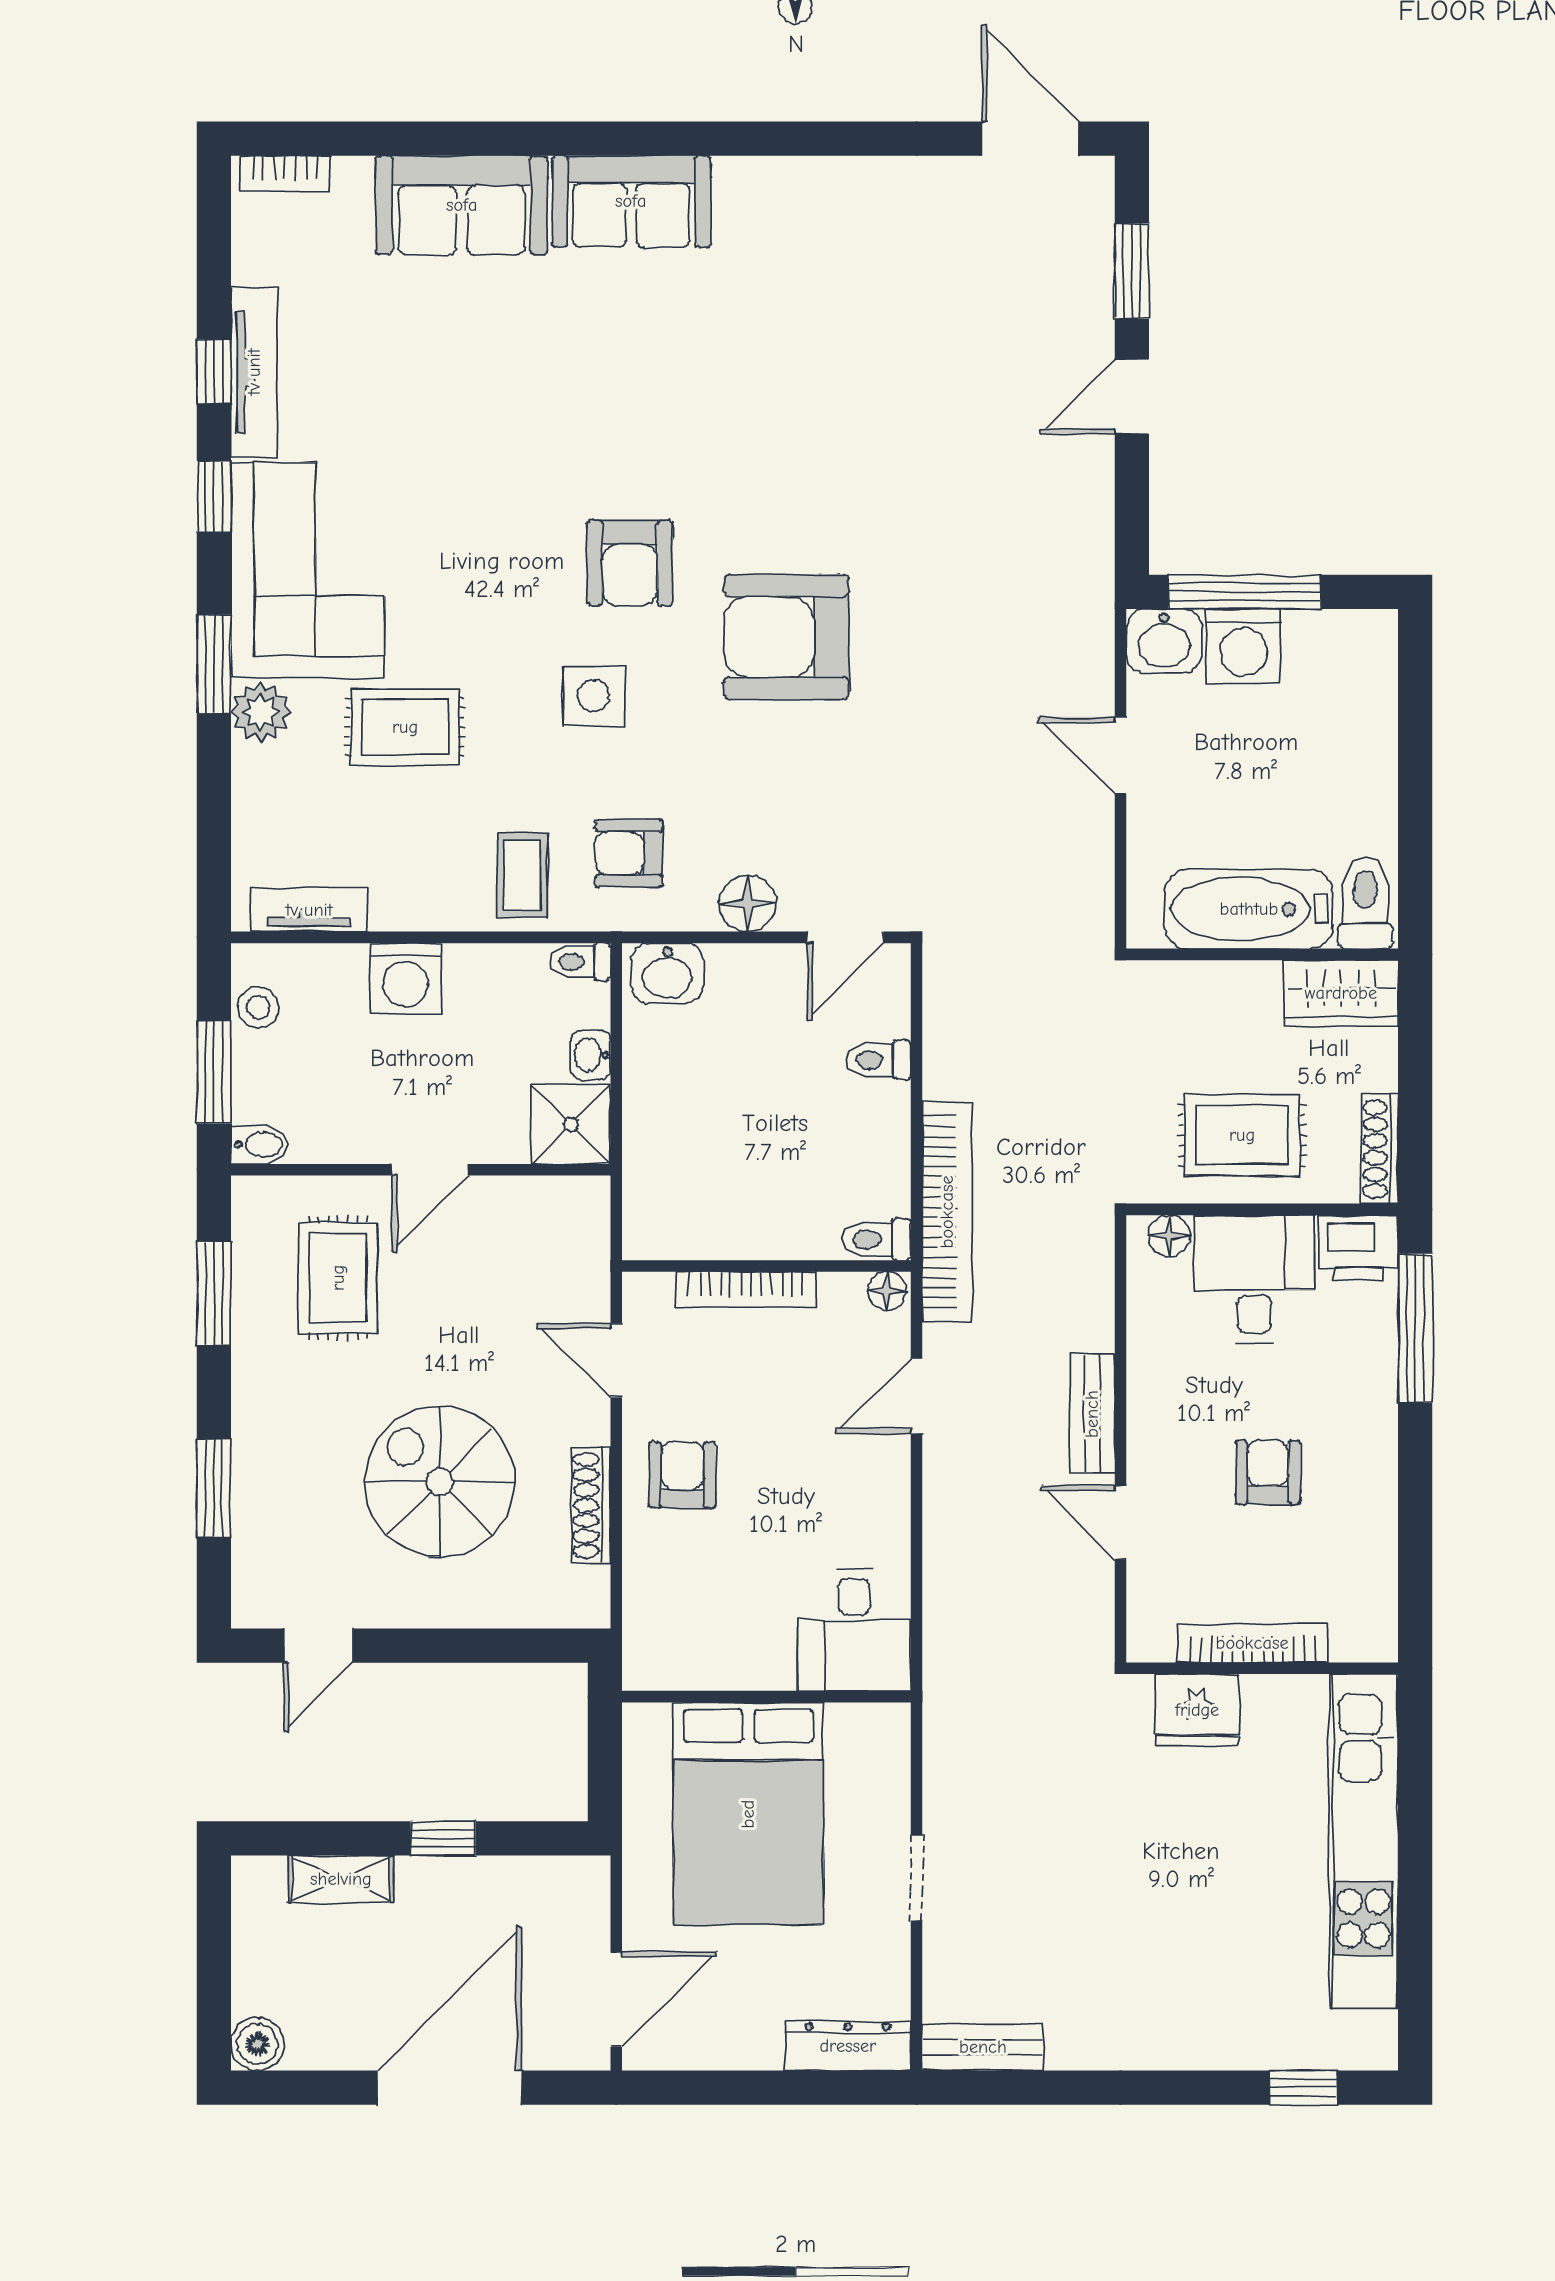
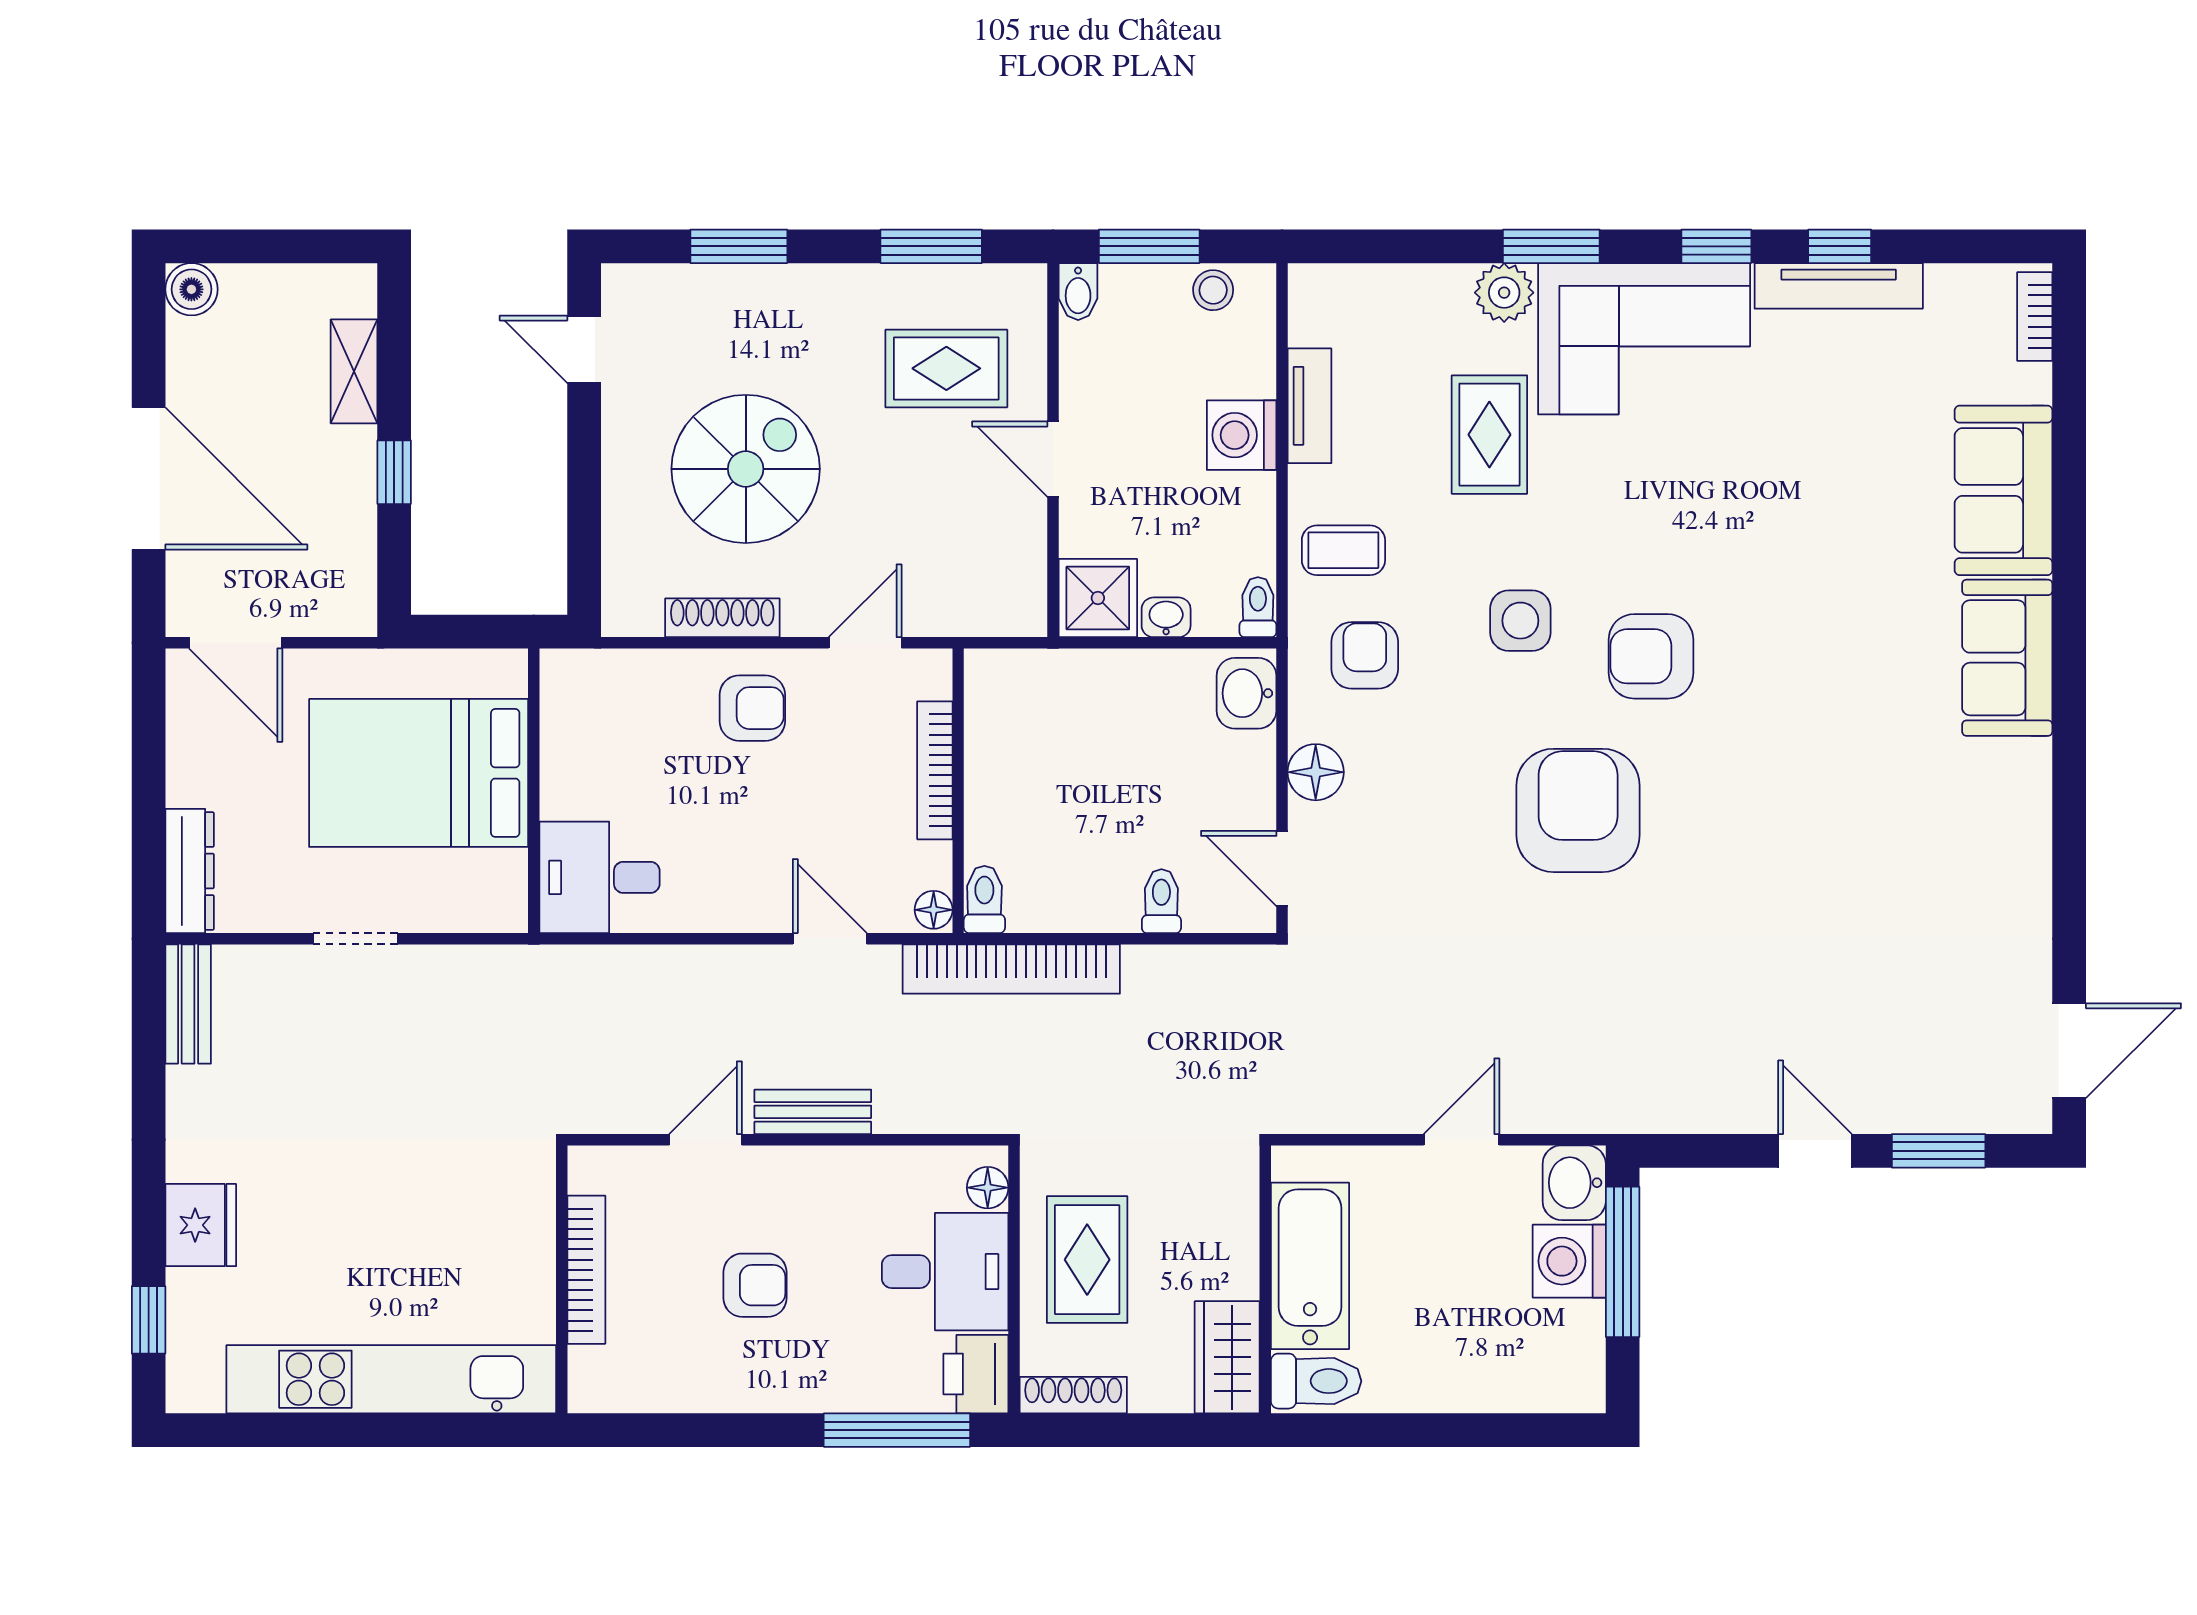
tv unit: (309, 910) -> (1309, 406), moved
fridge: (1197, 1710) -> (201, 1225), moved, turned 180

